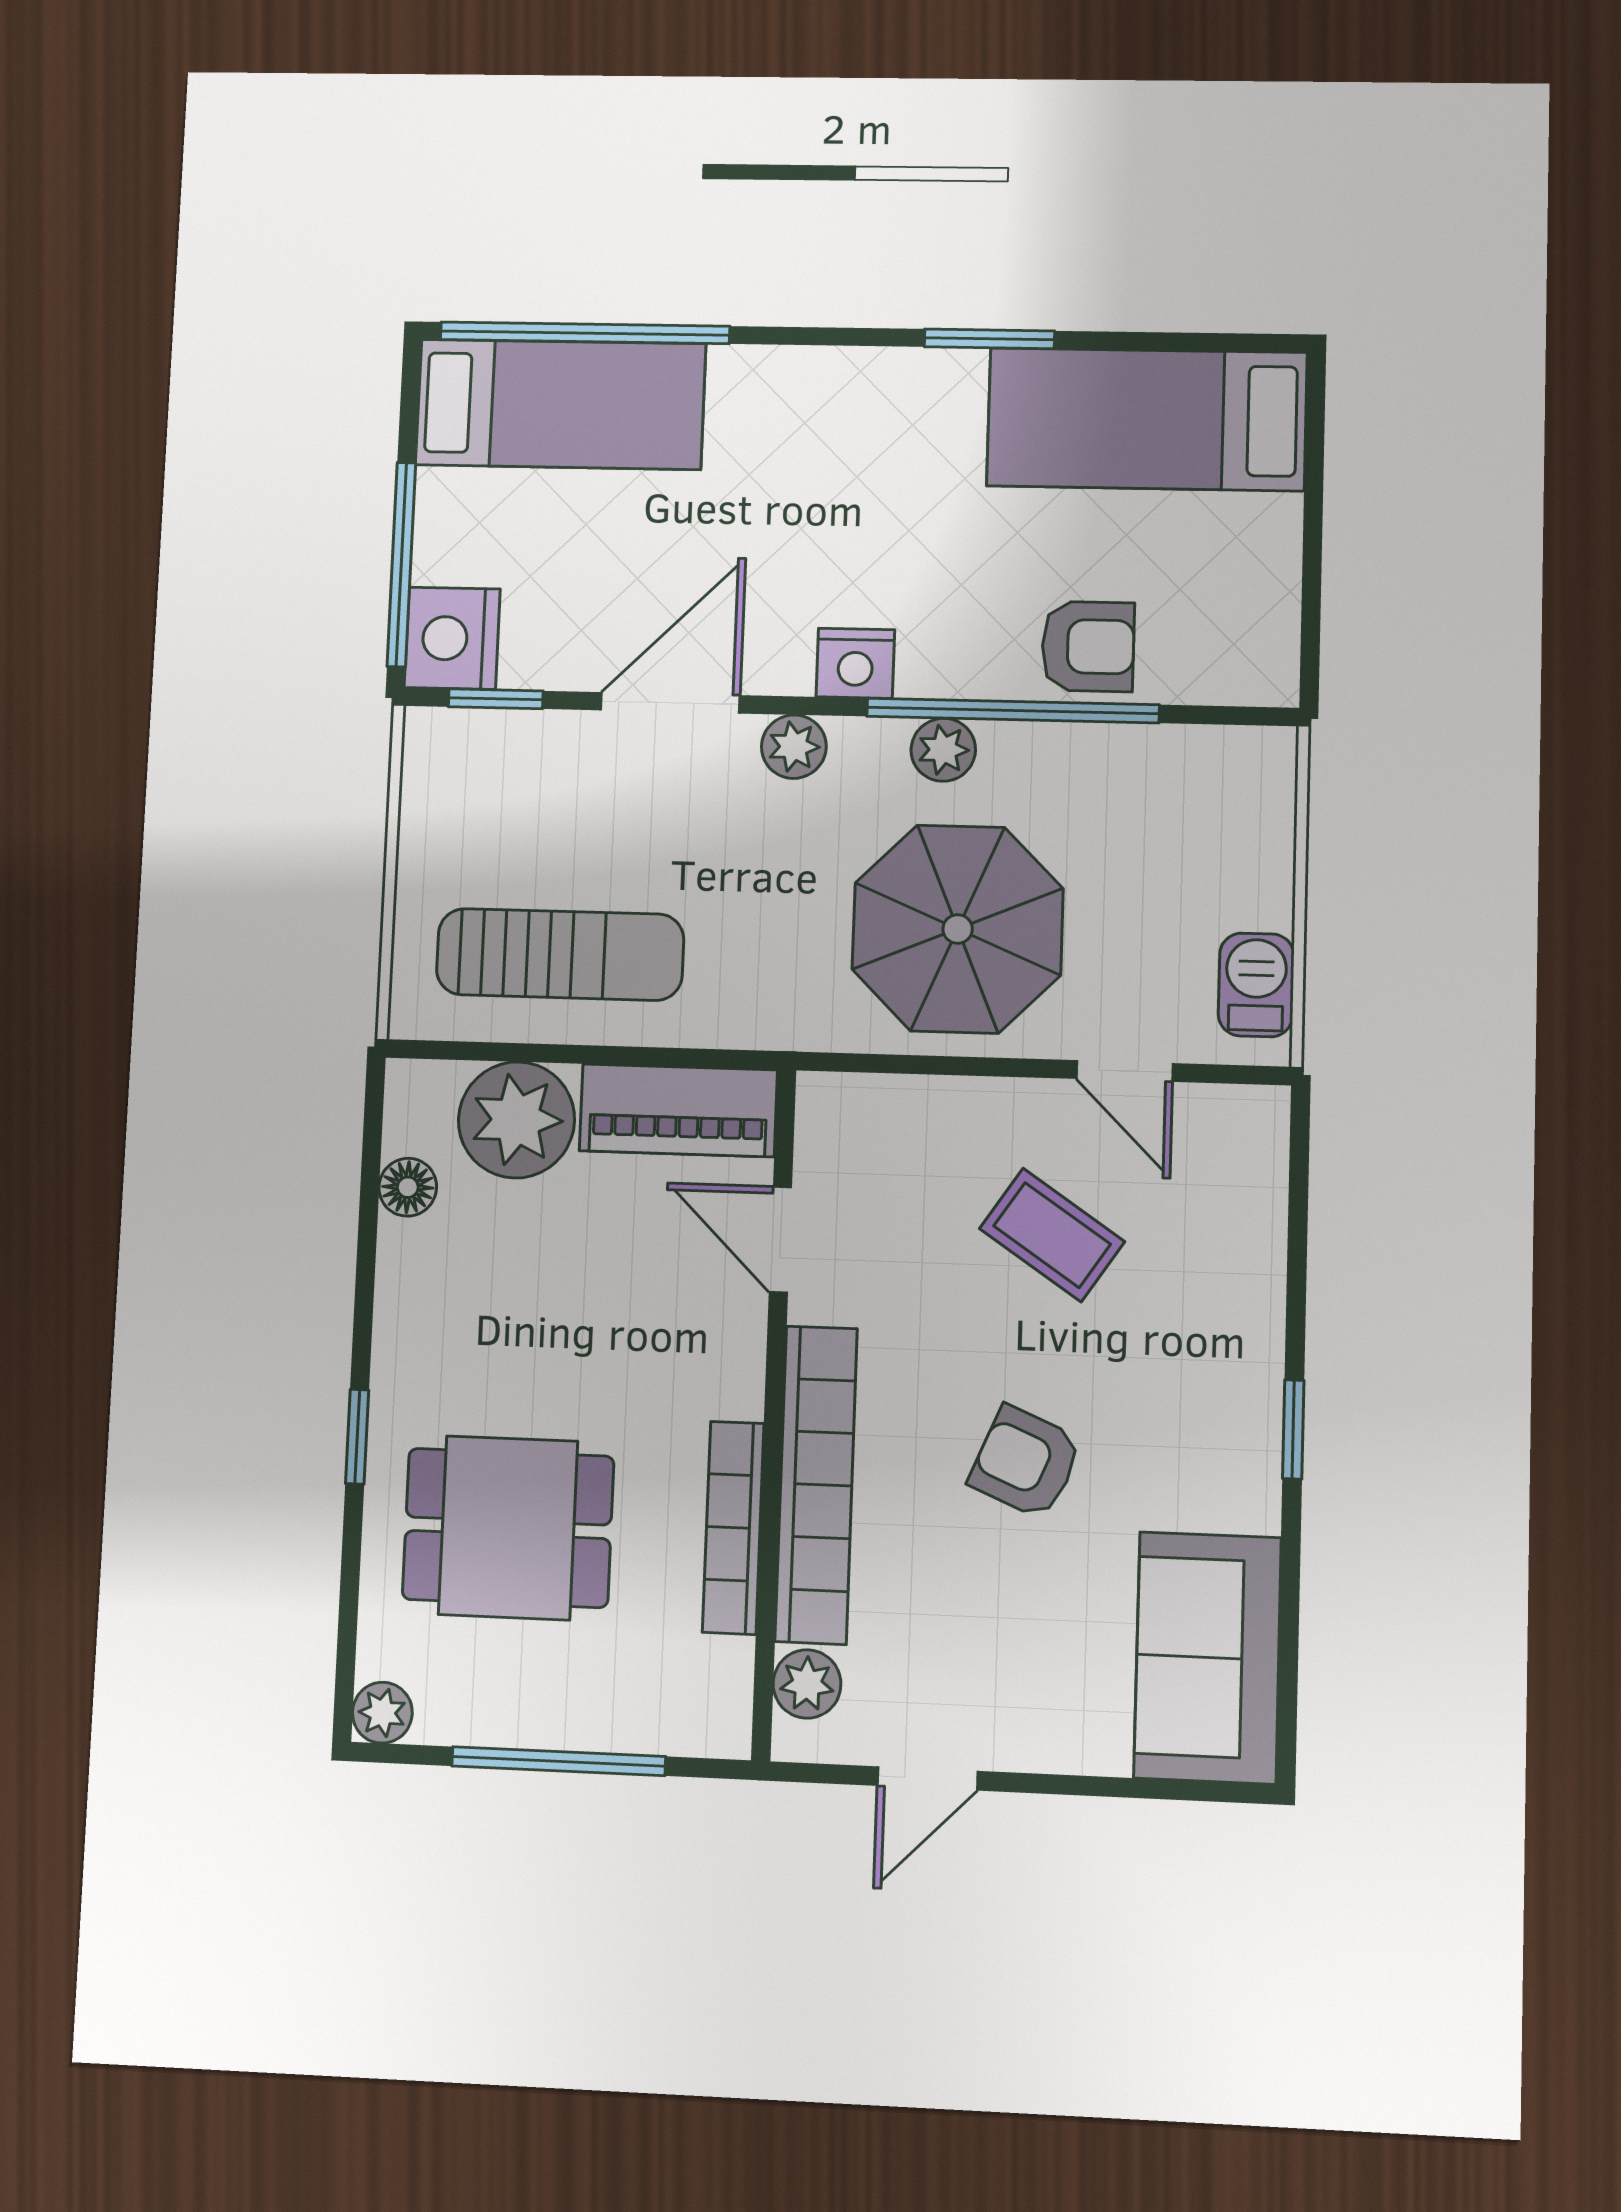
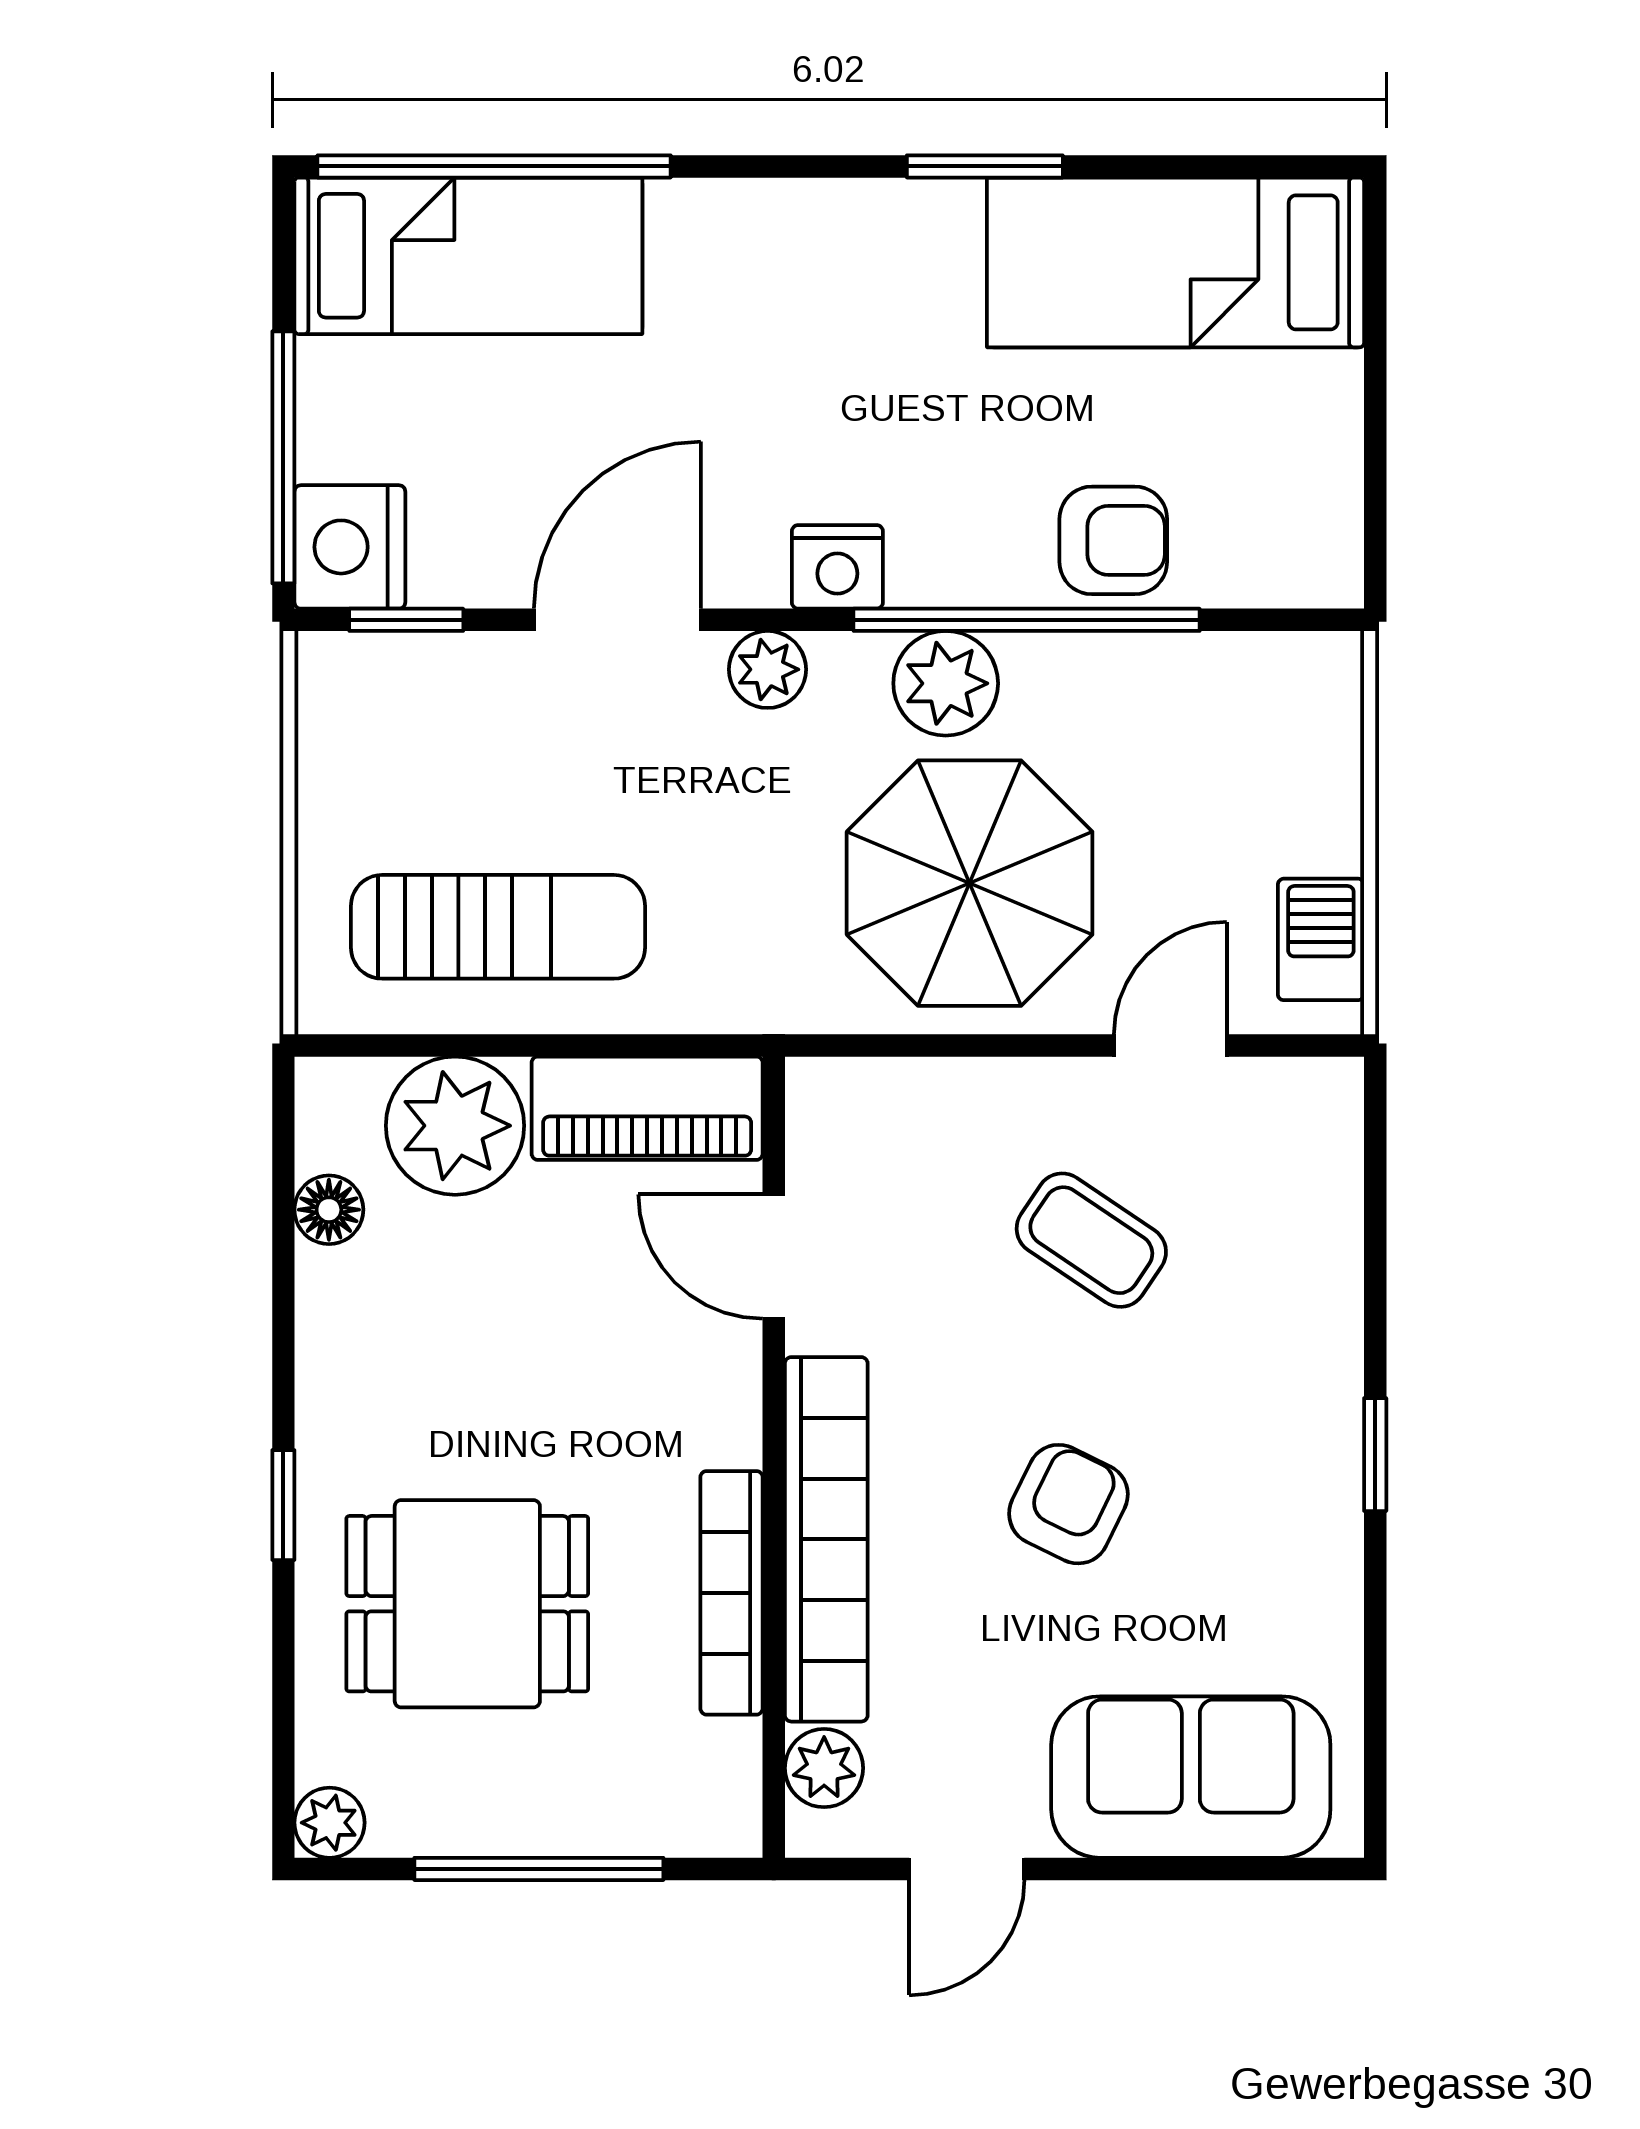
plant: (943, 750) -> (946, 683), width x1.38, depth x1.38
door: (1125, 1071) -> (1170, 1045), swing flipped
armchair: (1026, 1462) -> (1068, 1504), turned 93
sofa: (1208, 1658) -> (1191, 1777), moved, turned 90

